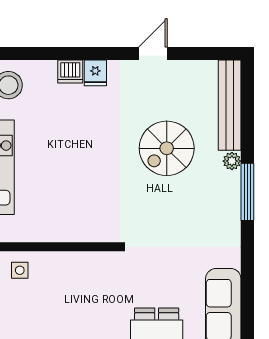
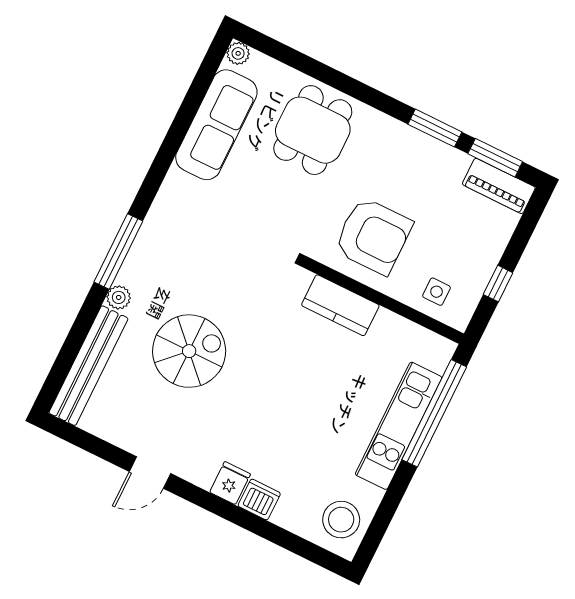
kitchen counter: (80, 229) -> (340, 305), added
armchair: (81, 287) -> (373, 236), added

